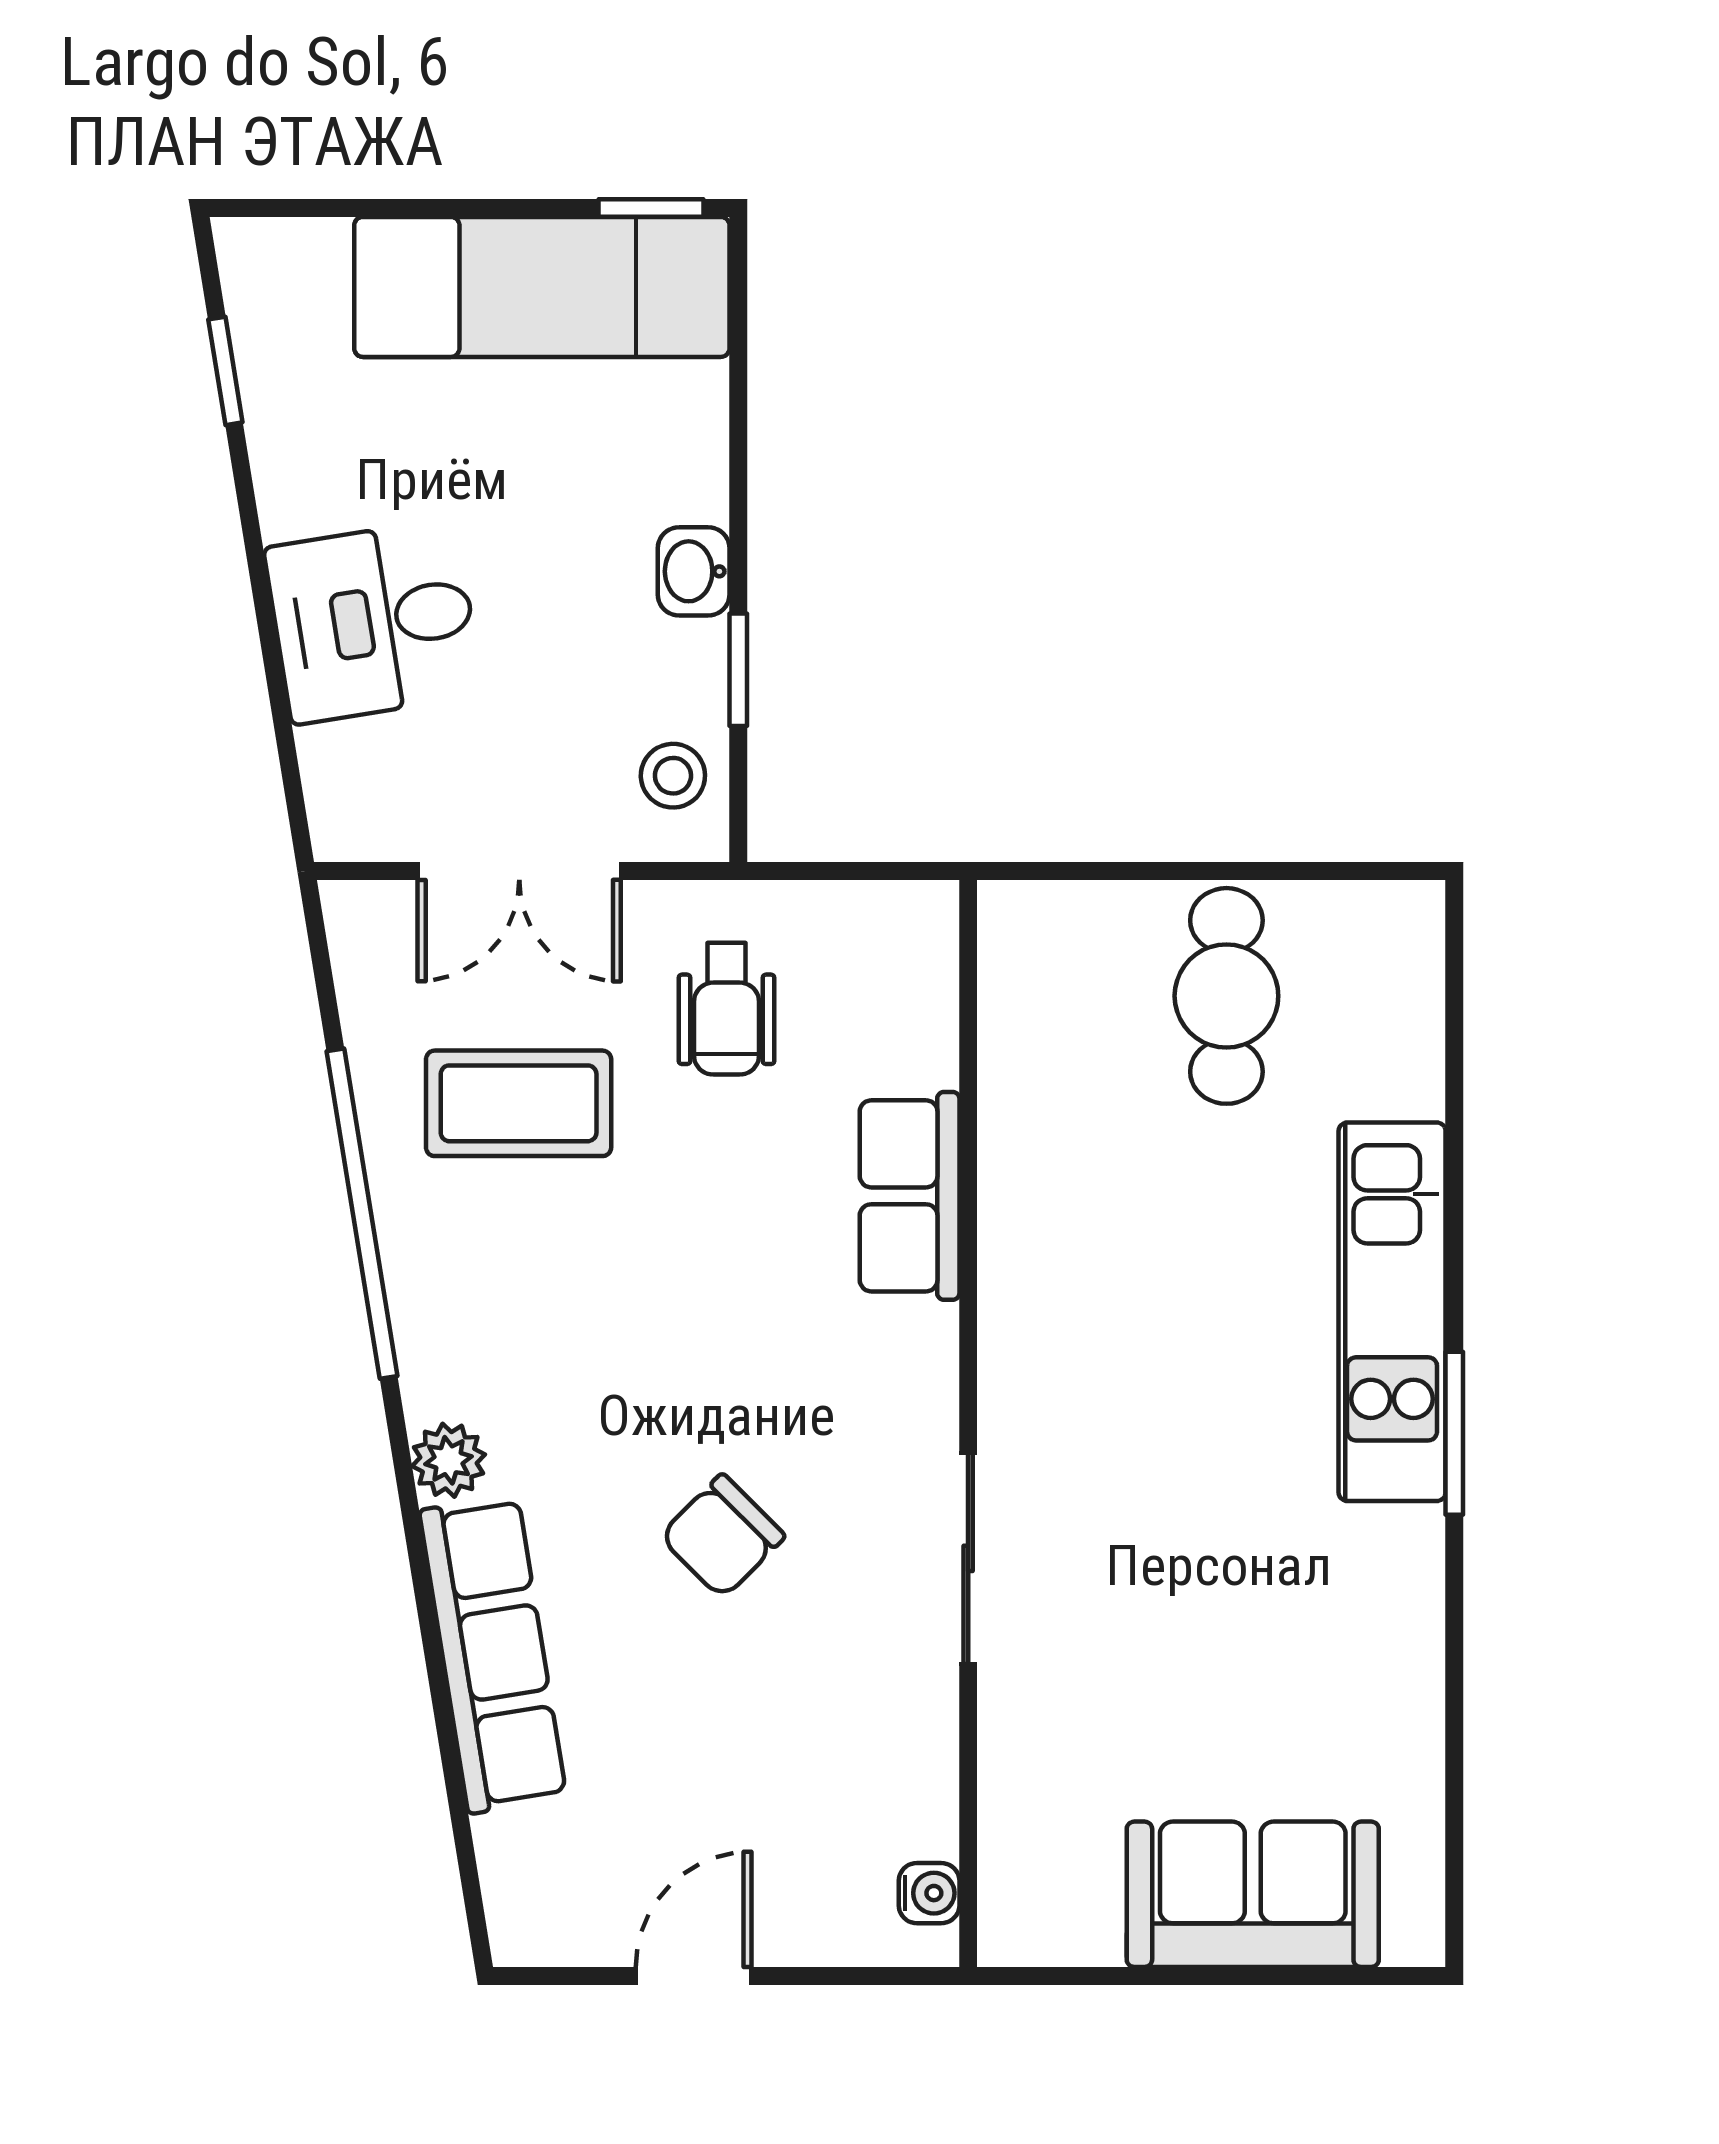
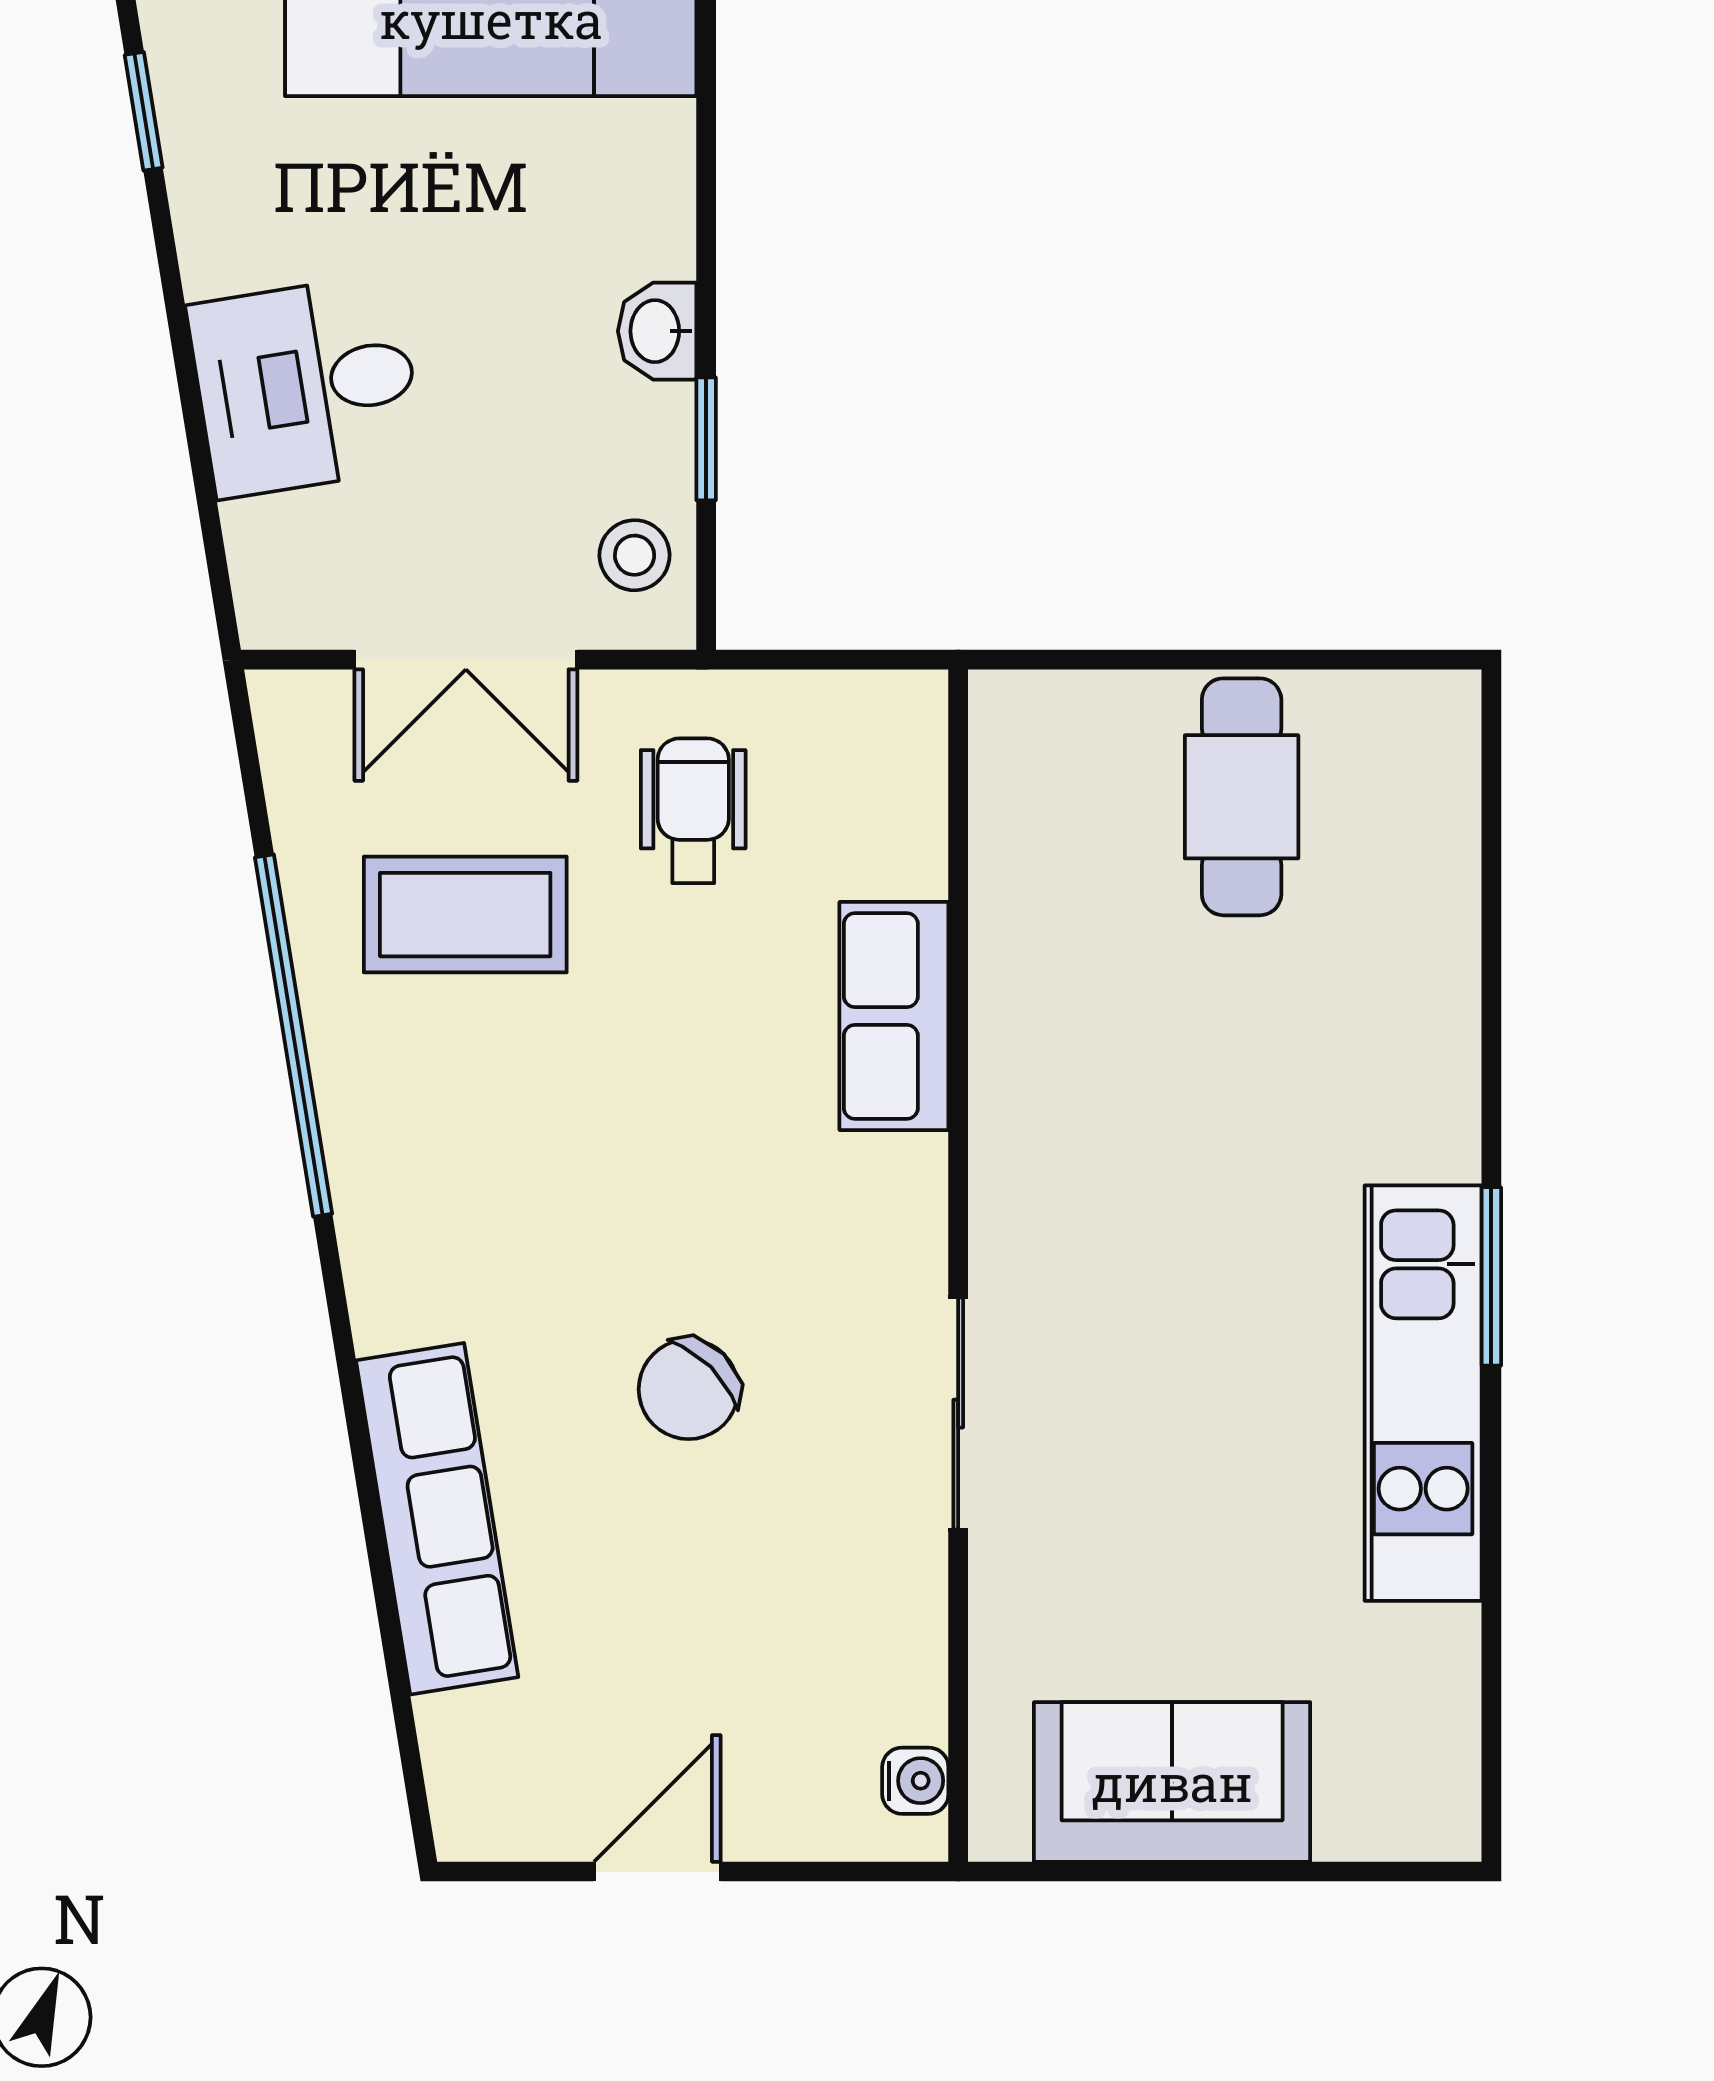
wheelchair: (726, 1009) -> (693, 811), turned 180
kitchen unit: (1392, 1312) -> (1423, 1393), moved
plant: (449, 1460) -> (388, 1306), removed
sofa: (1253, 1894) -> (1172, 1782), moved

